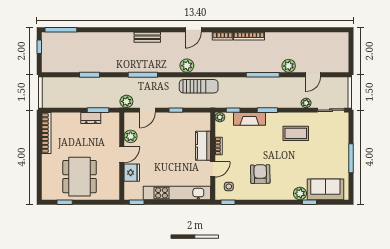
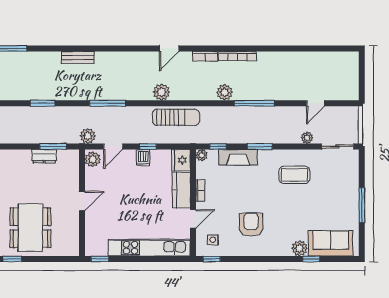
bench: (147, 37) -> (78, 57), moved
plant: (289, 66) -> (225, 92), moved
dishwasher: (172, 119) -> (143, 158), added
plant: (131, 136) -> (93, 159), moved
fridge: (132, 173) -> (181, 160), moved, turned 180

